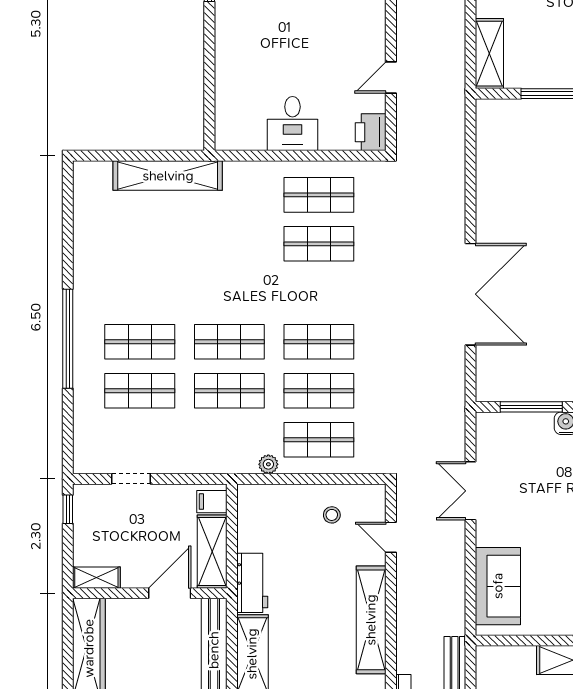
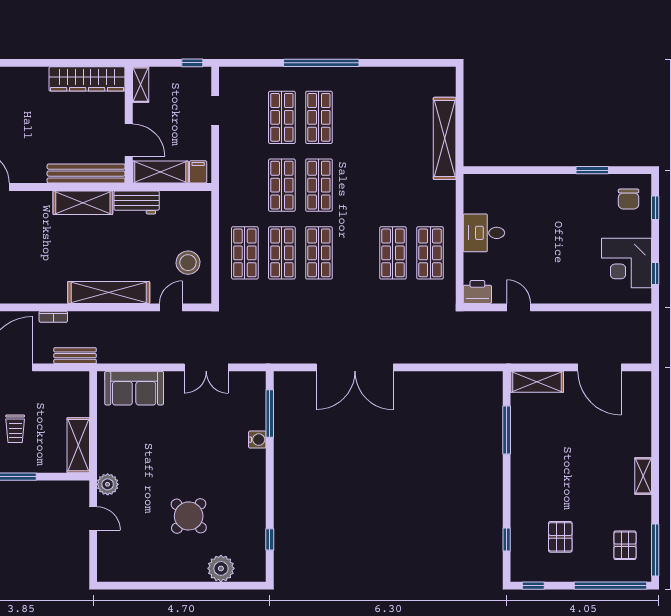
plant: (268, 464) -> (226, 215), removed
double door: (470, 491) -> (206, 367), swing flipped
stool: (332, 515) -> (188, 263), width x1.89, depth x1.89

